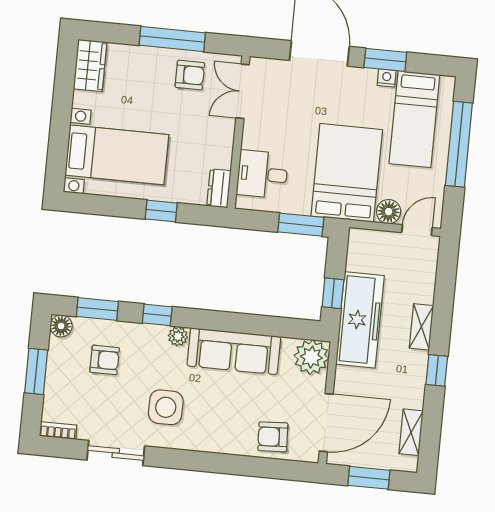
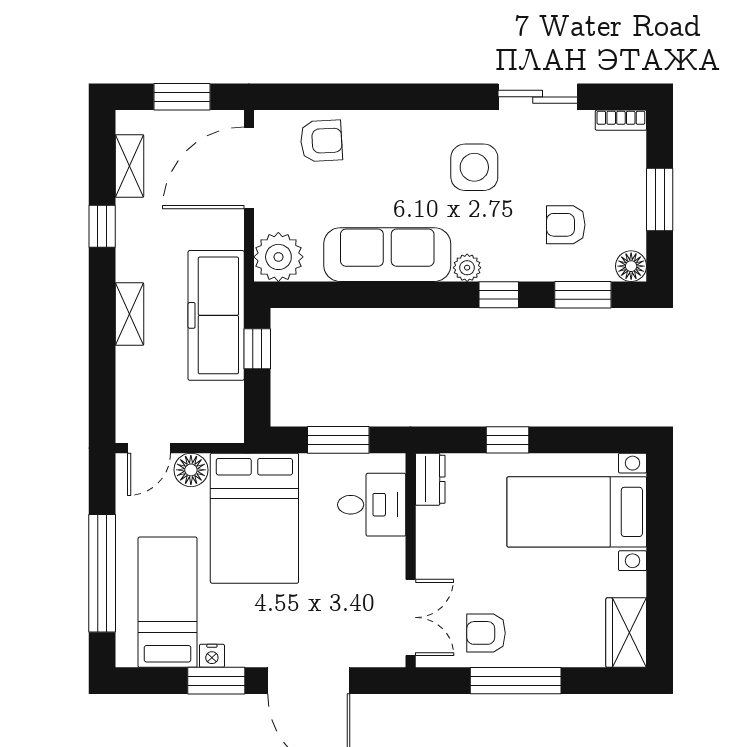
window: (301, 225) -> (338, 440), moved
window: (437, 370) -> (102, 226), moved

